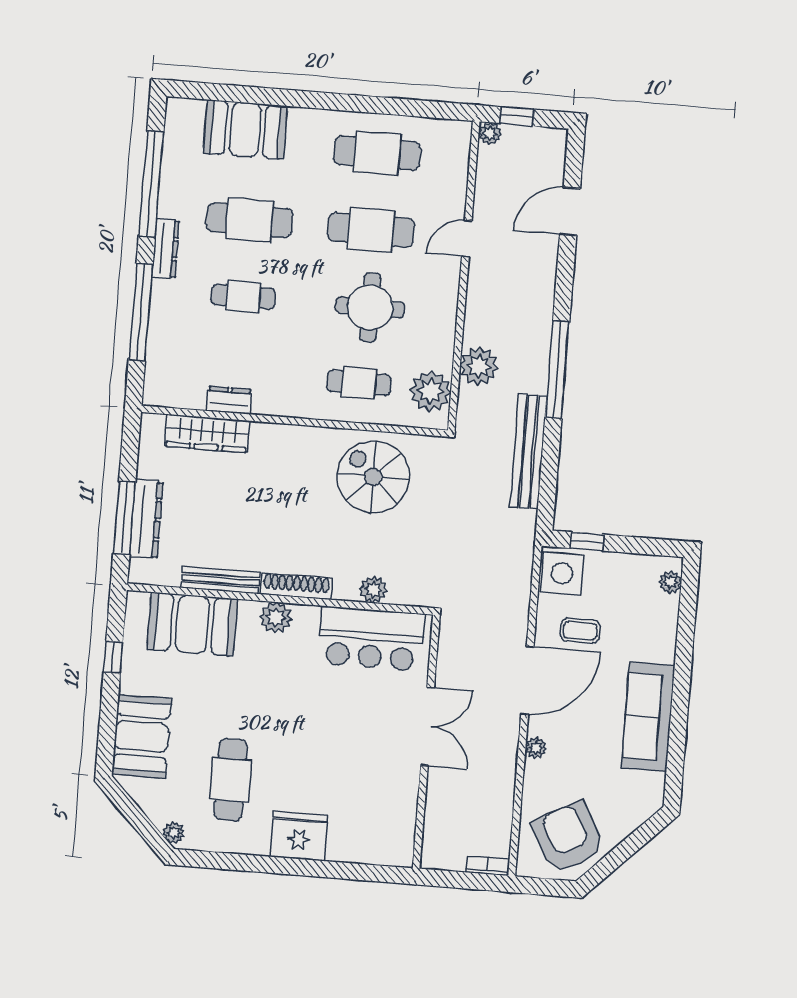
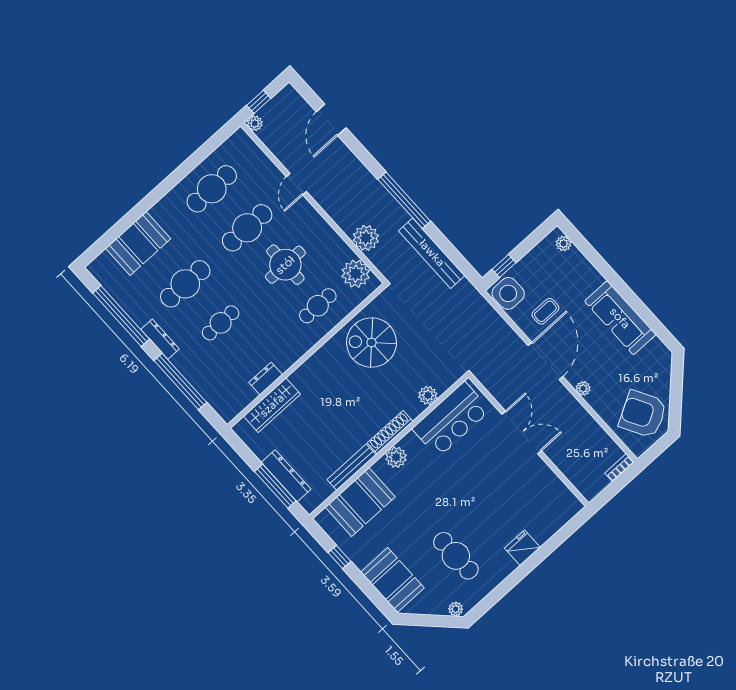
fridge: (299, 836) -> (522, 548), width x0.73, depth x0.75

